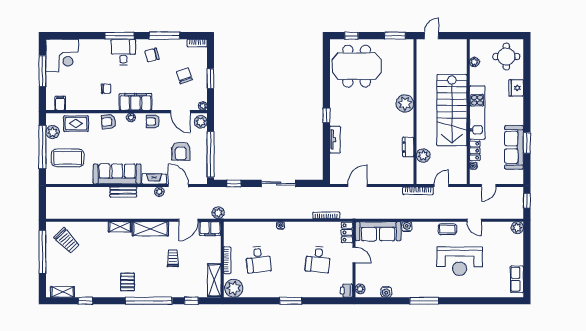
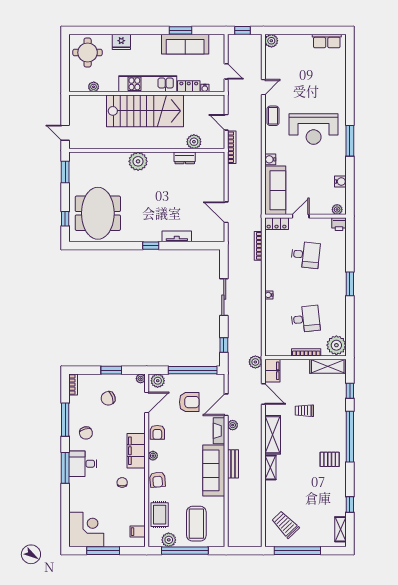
trolley: (67, 241) -> (285, 524), turned -91
reception desk: (460, 261) -> (314, 129), moved, turned 90

